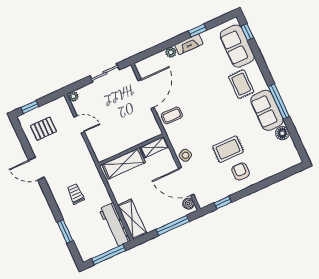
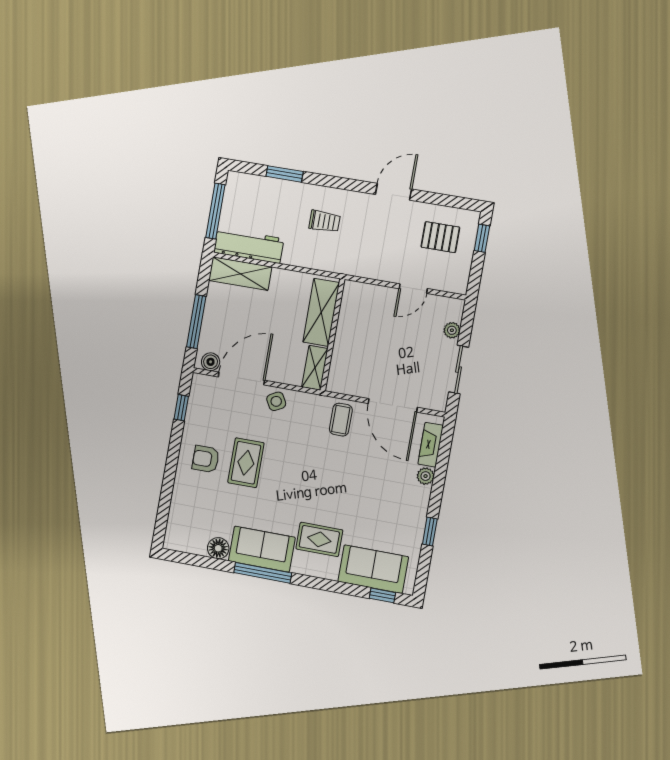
fireplace: (189, 44) -> (431, 445), moved
plant: (73, 96) -> (452, 330), moved
pallet: (43, 129) -> (440, 237), turned 90
armchair: (241, 171) -> (206, 459), turned 180

